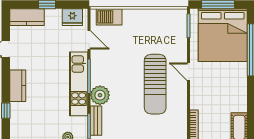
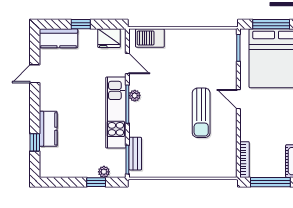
sun lounger: (155, 84) -> (201, 113), width x0.73, depth x0.75
kitchen counter: (18, 86) -> (48, 129), moved
plant: (100, 95) -> (135, 96), moved, width x0.53, depth x0.53

